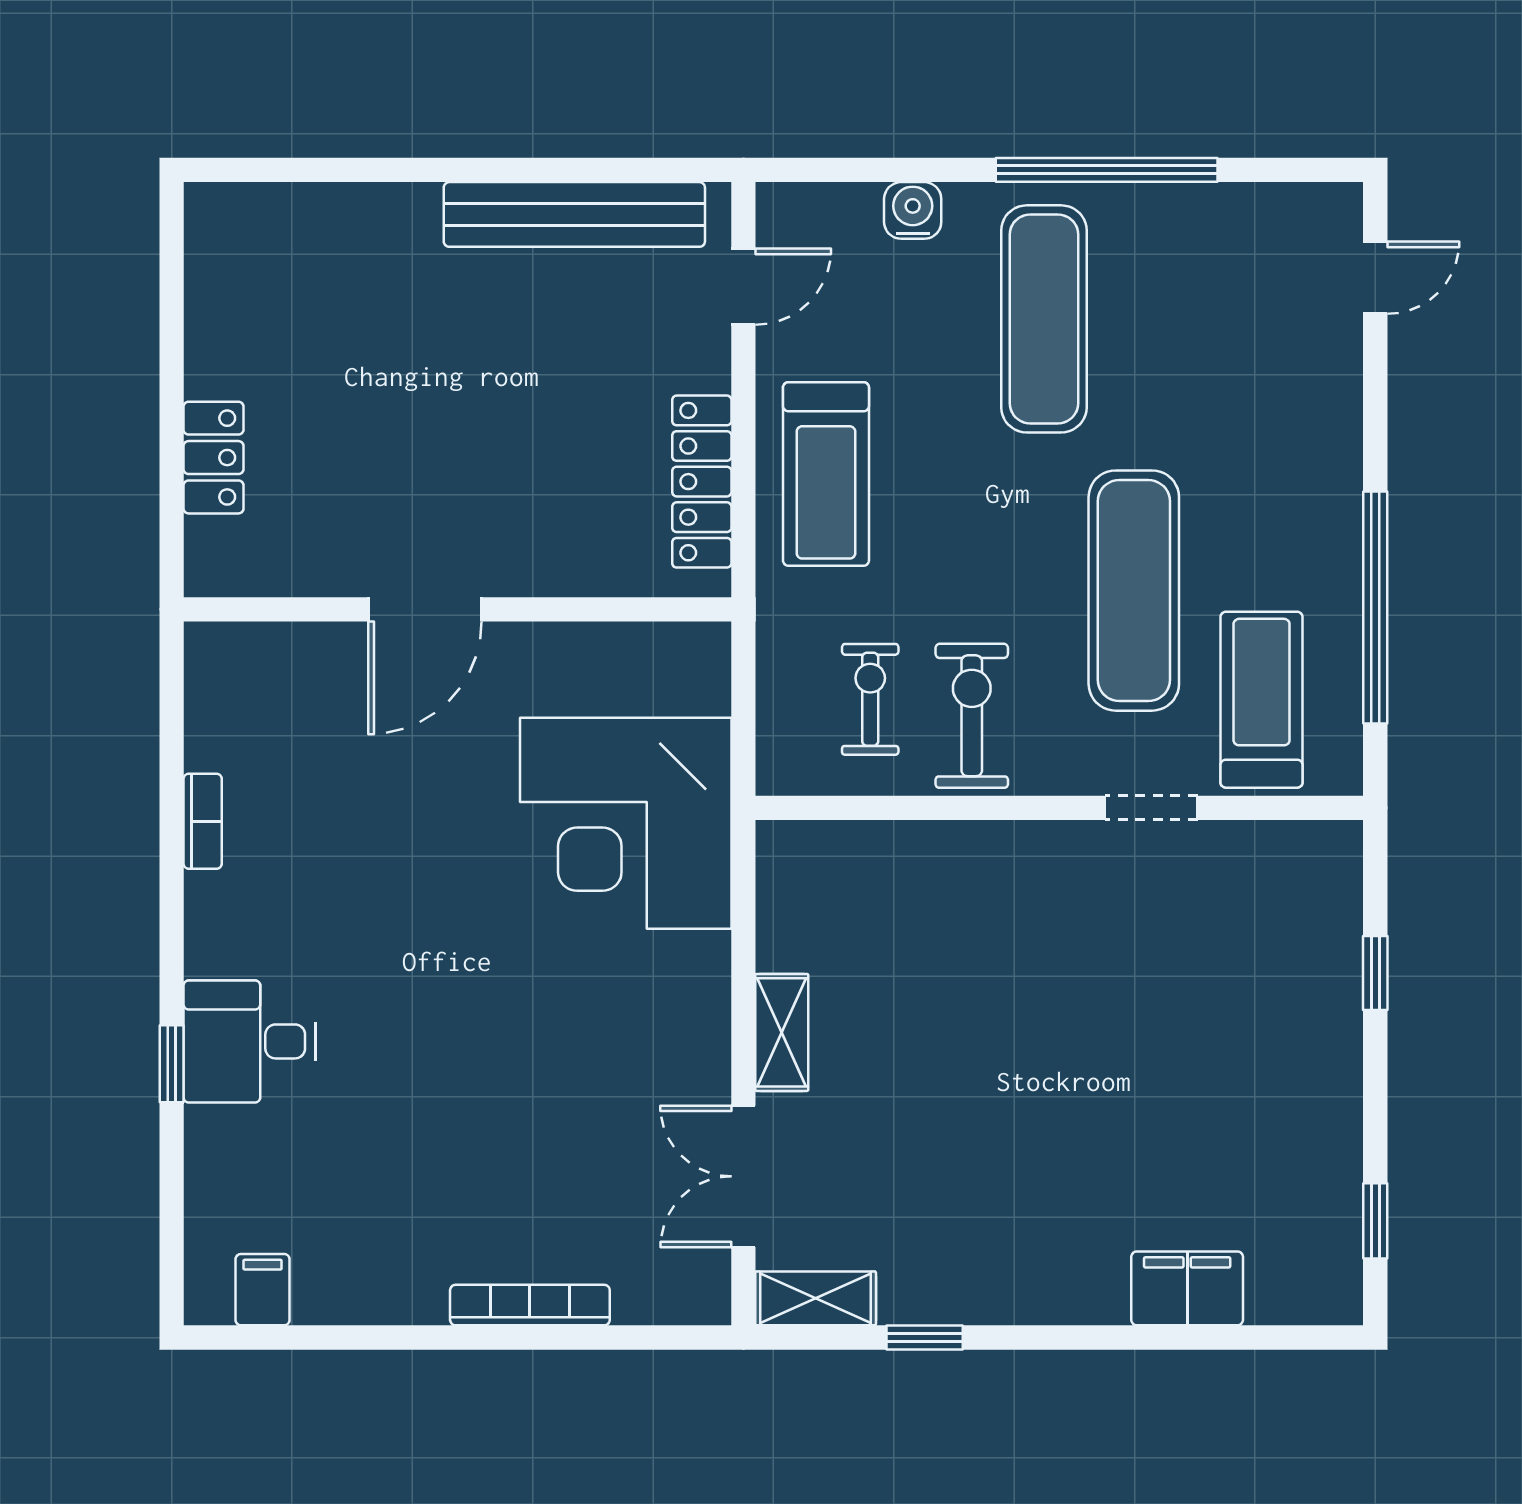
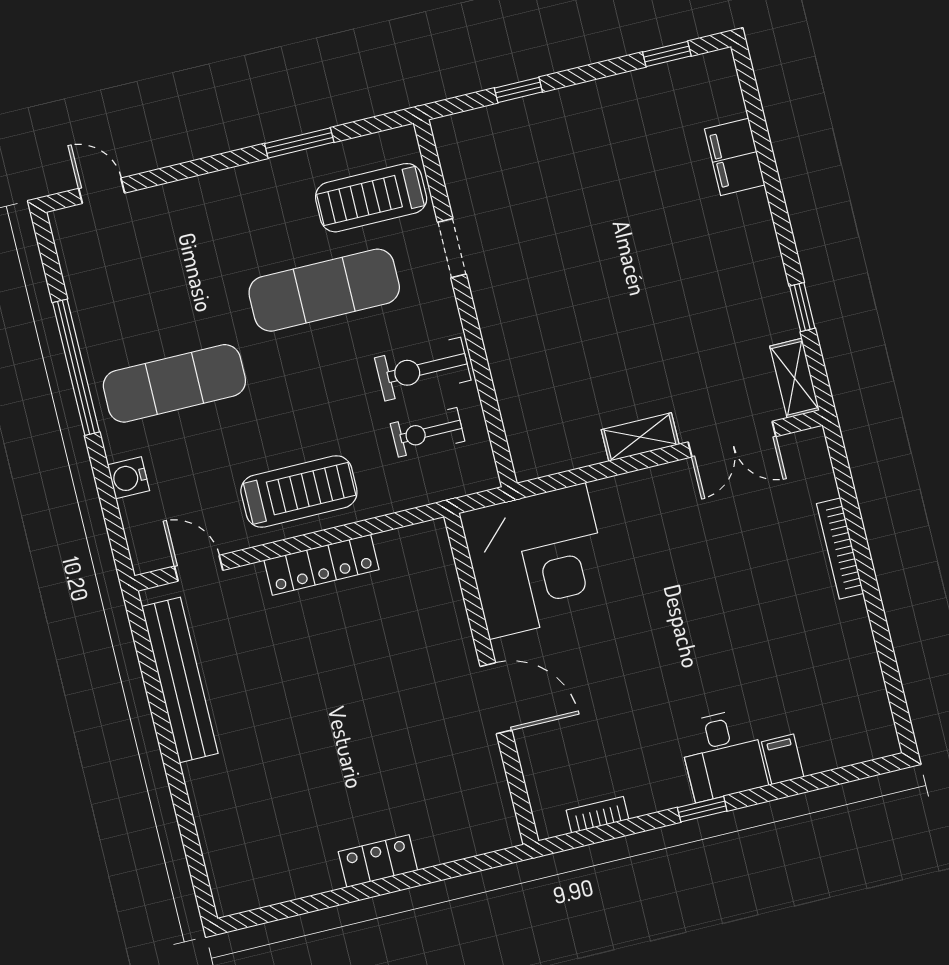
window: (1375, 607) -> (299, 143), width x0.47
door: (425, 609) -> (496, 698), moved
wall: (457, 609) -> (491, 679), moved
window: (172, 1064) -> (702, 809), moved
filing cabinet: (263, 1290) -> (783, 759), moved, turned 90

